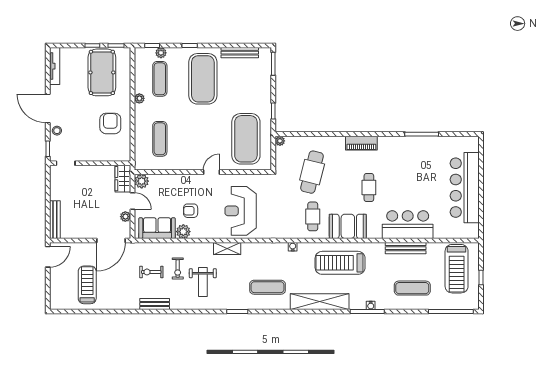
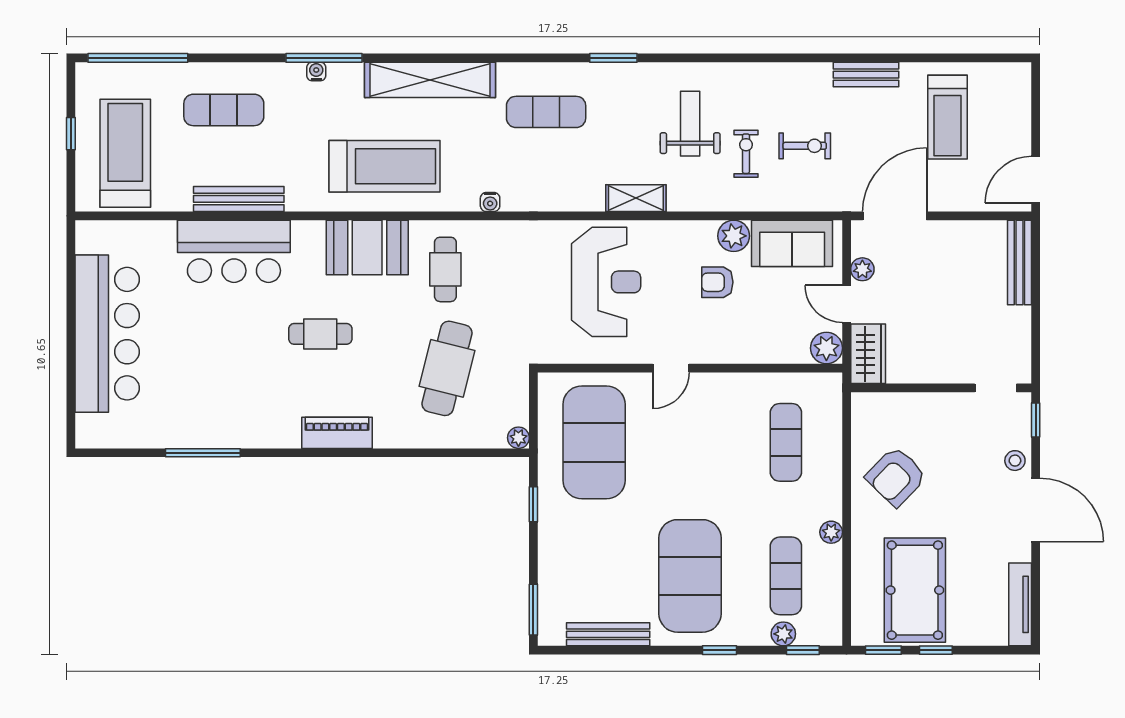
armchair: (110, 123) -> (896, 477), turned 44
cafe table: (369, 188) -> (320, 334), turned 90
armchair: (191, 211) -> (717, 282), turned 180
bench: (155, 304) -> (866, 75), moved

